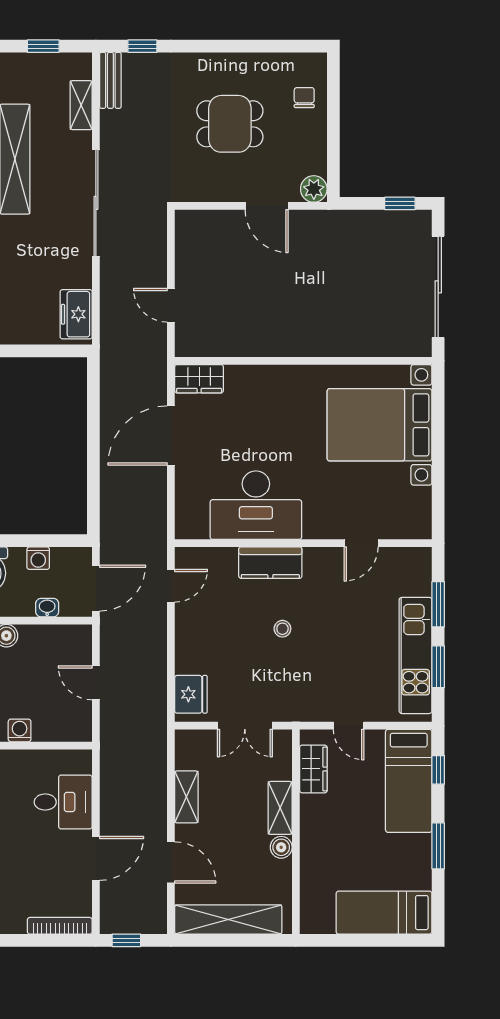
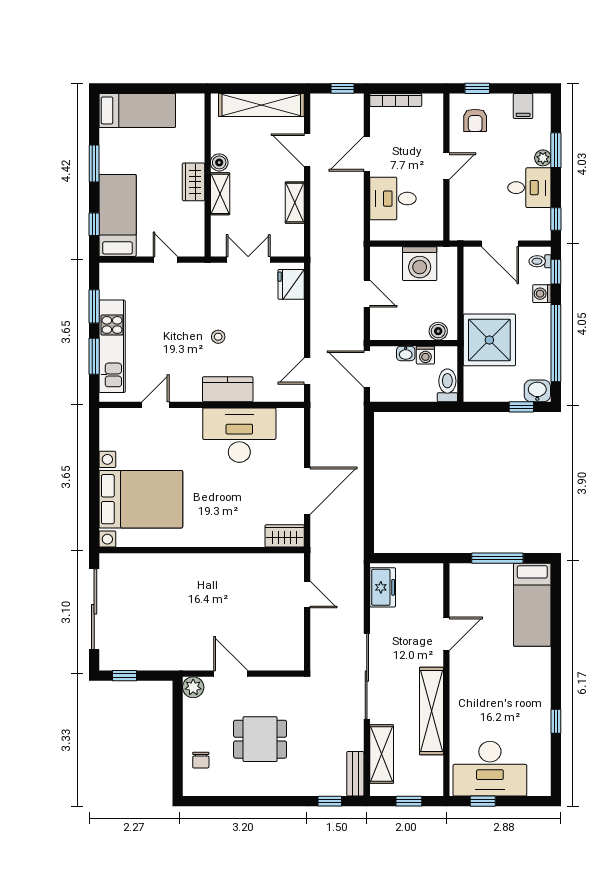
shelving: (81, 105) -> (382, 754), width x1.50, depth x1.33
washing machine: (38, 558) -> (425, 355), moved, turned 180
door: (96, 588) -> (367, 369), hinge flipped
kitchen unit: (416, 655) -> (112, 346), moved
washing machine: (20, 730) -> (420, 264), width x1.89, depth x1.89
wardrobe: (313, 769) -> (194, 182), moved

